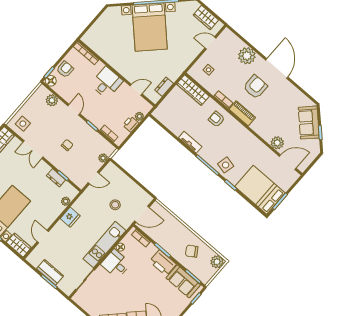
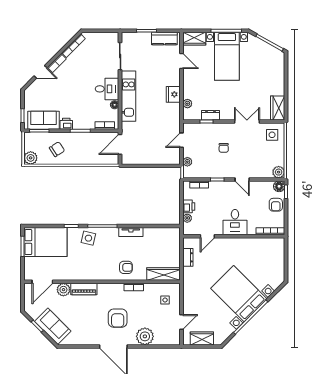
plant: (52, 100) -> (279, 172), moved
piano: (242, 113) -> (84, 289), moved
stool: (115, 205) -> (147, 134), removed
printer: (163, 263) -> (66, 124), width x0.53, depth x0.68
kitchen counter: (50, 272) -> (164, 38), moved

